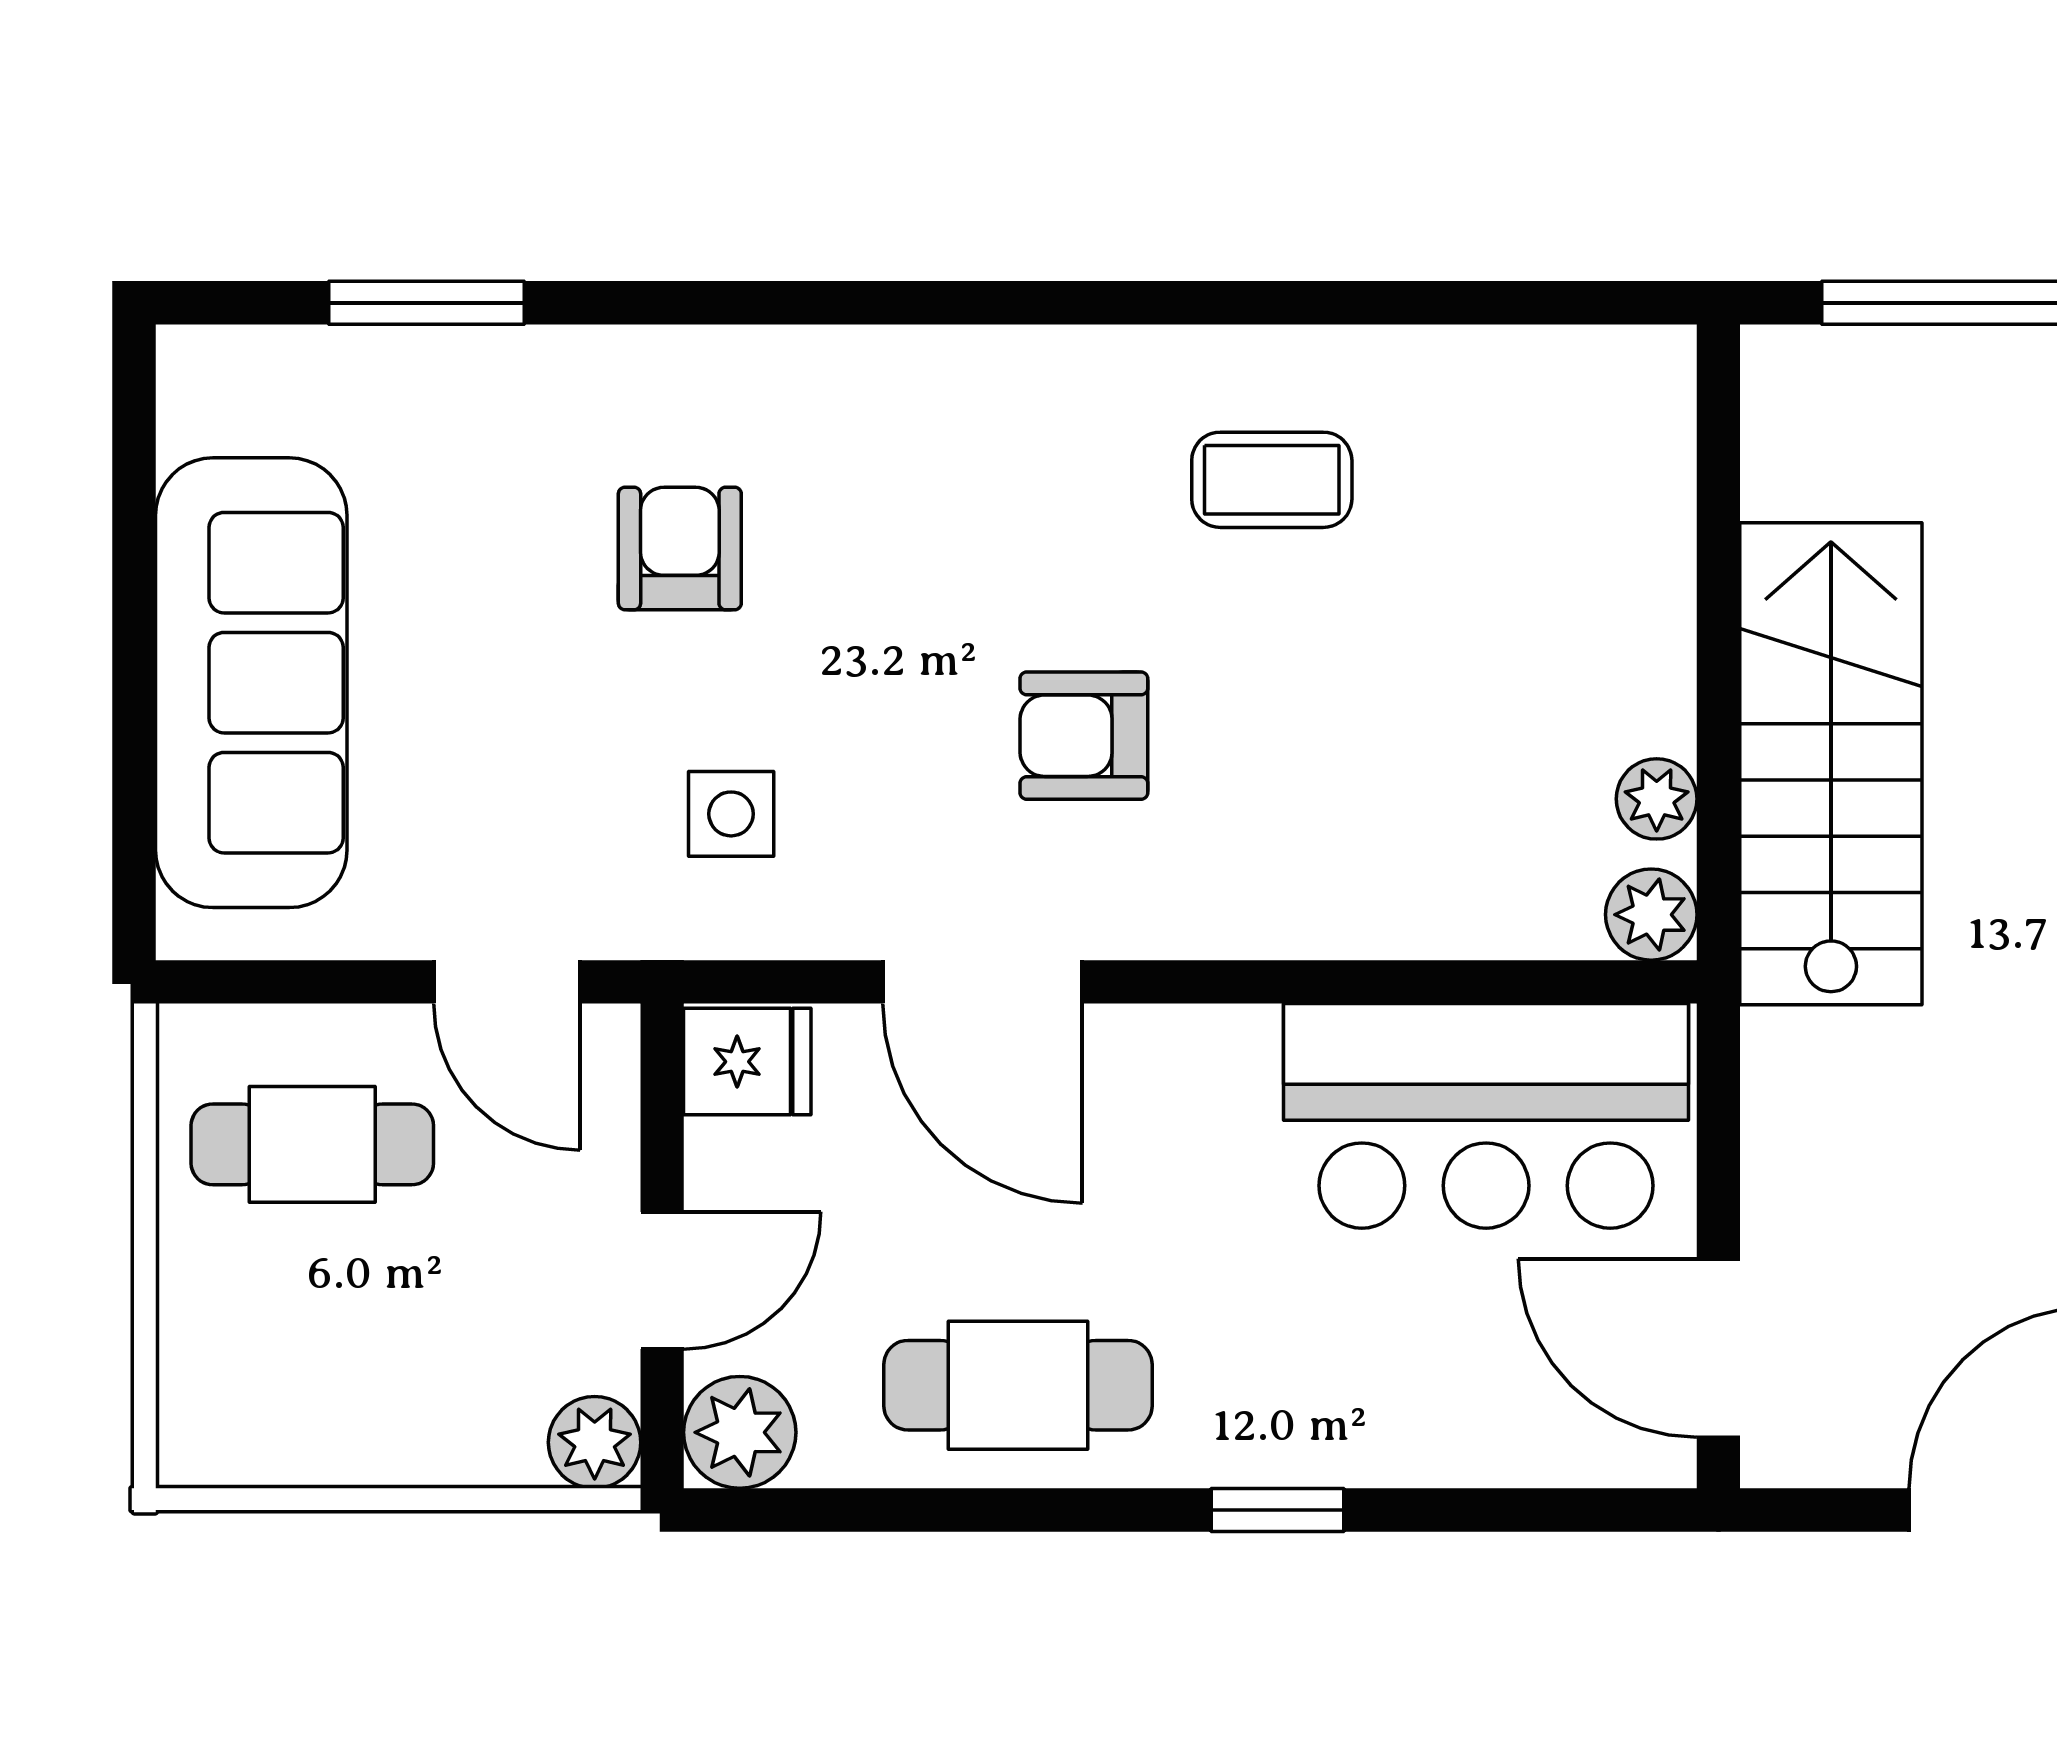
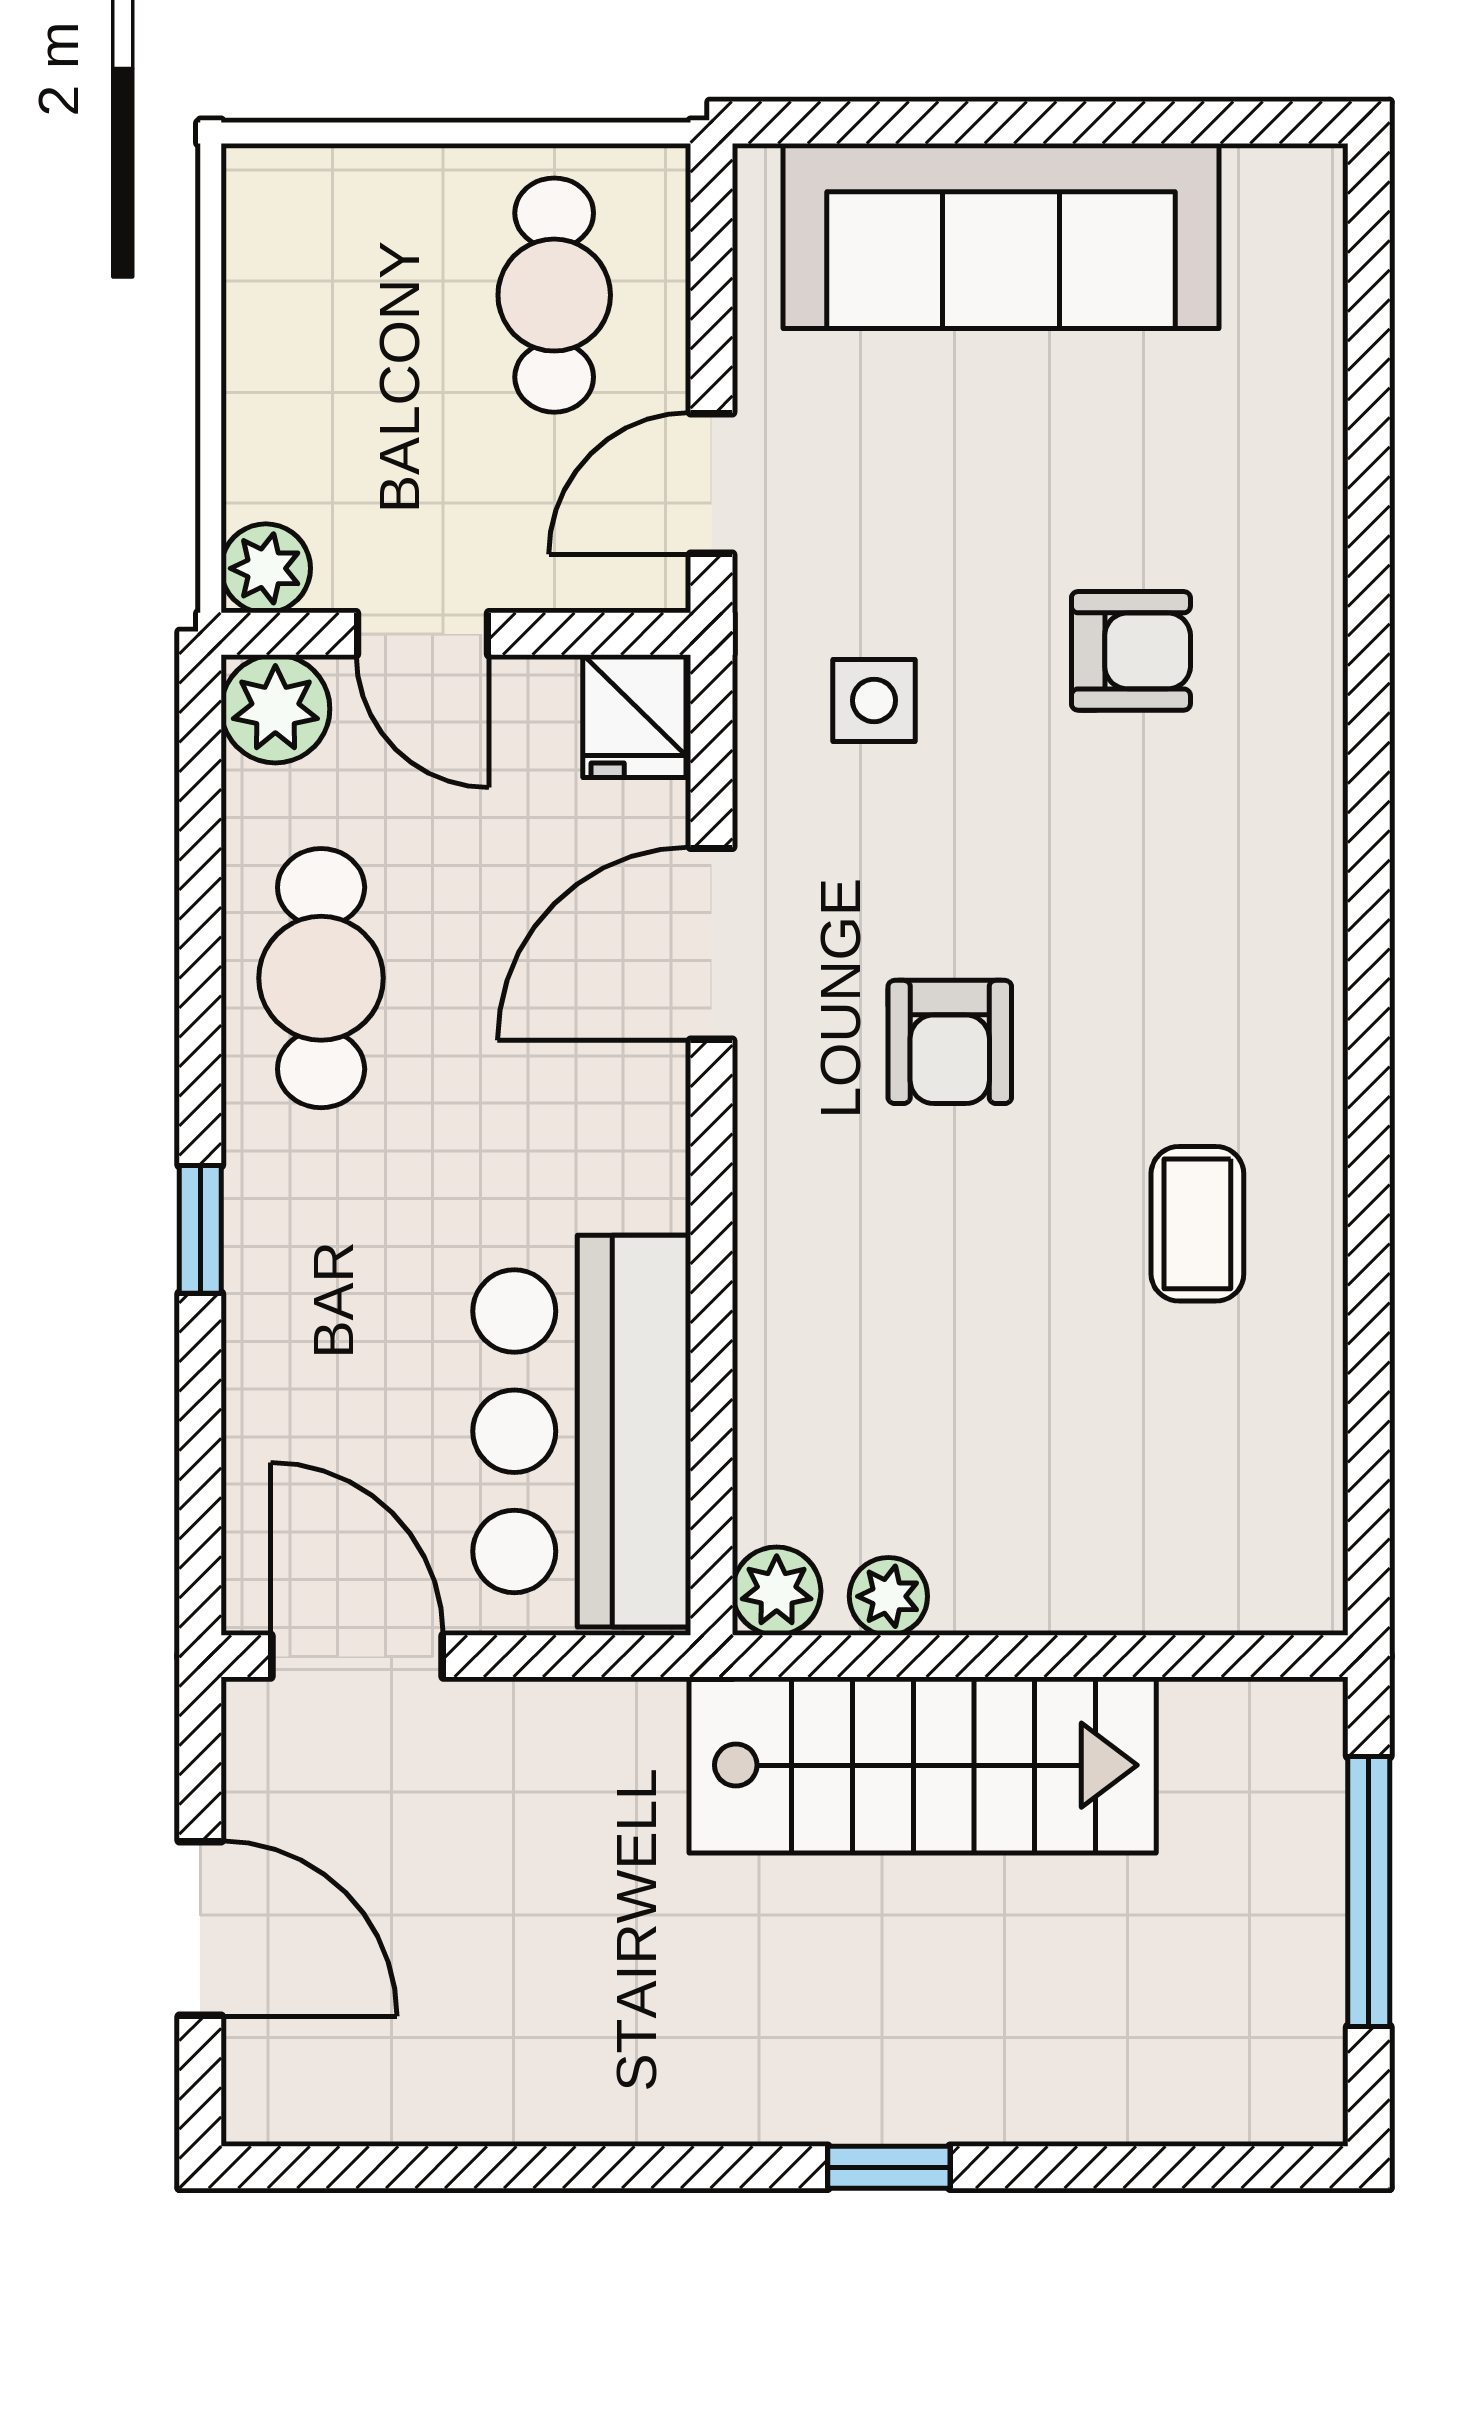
window: (426, 303) -> (1369, 406), removed
armchair: (1084, 736) -> (950, 1042), turned 180
door: (1718, 1348) -> (357, 1656), hinge flipped

